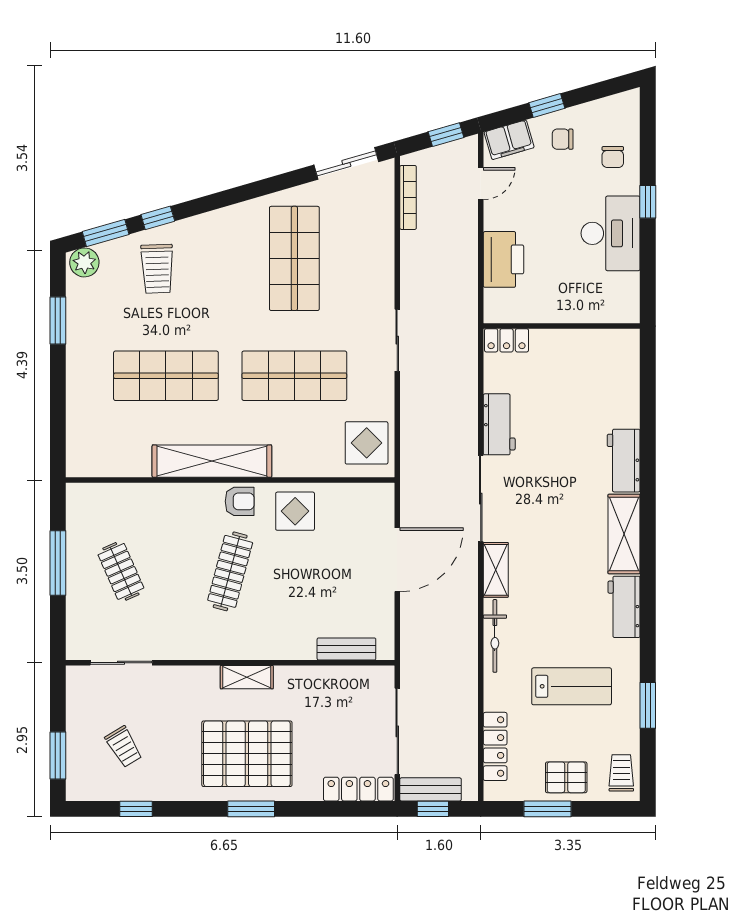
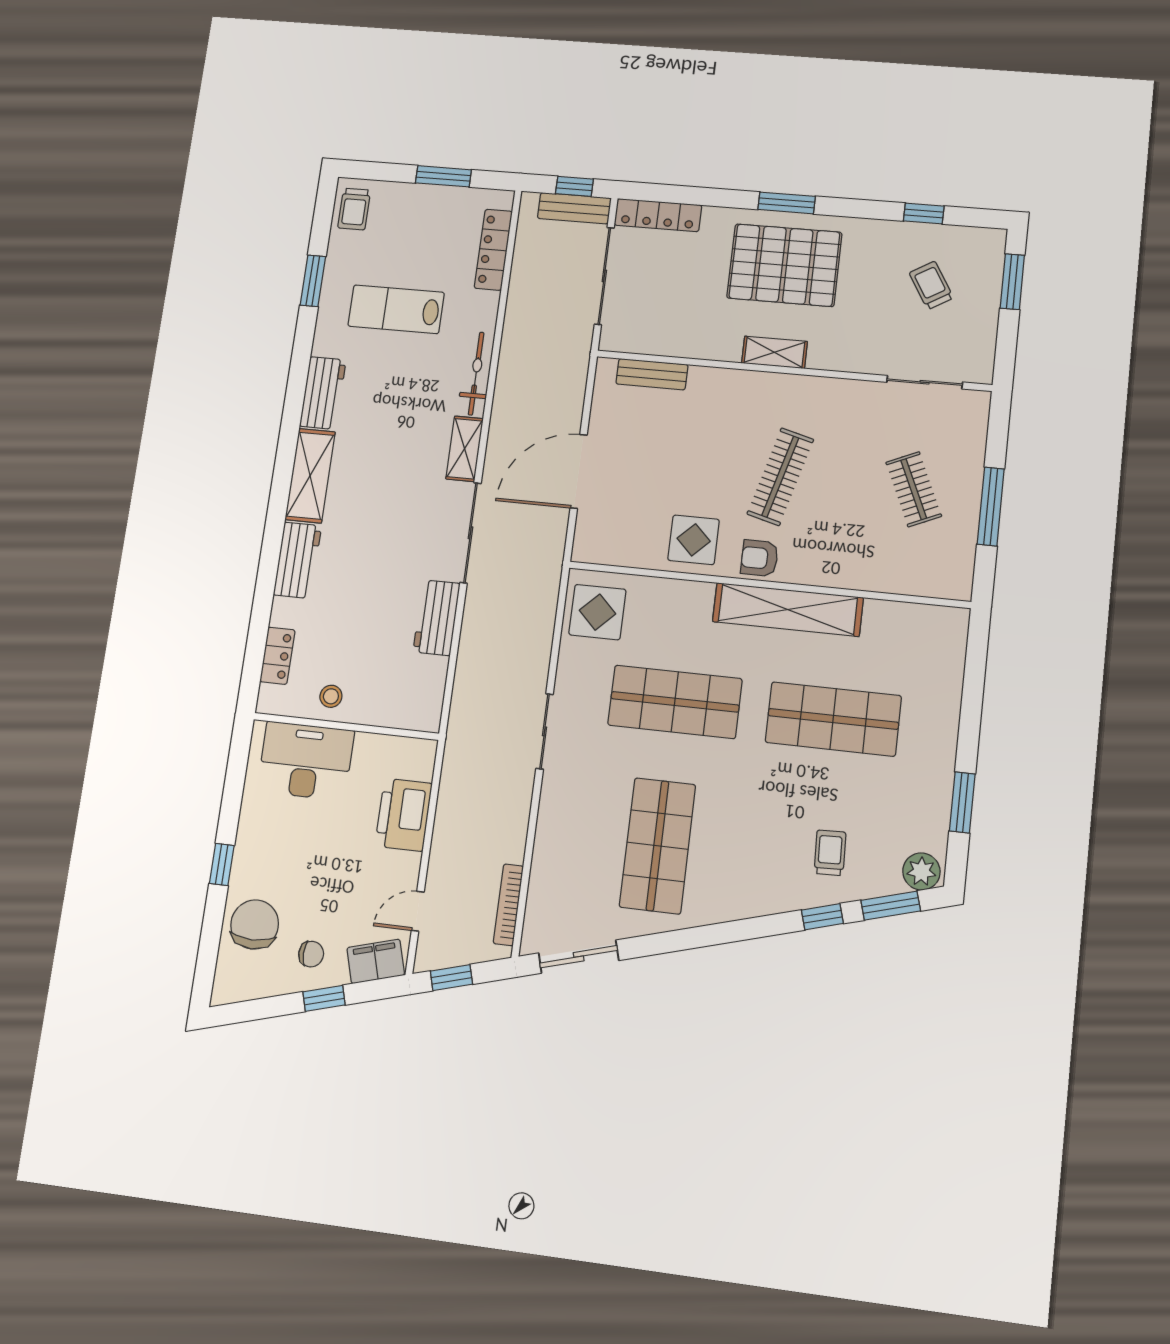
chair: (613, 157) -> (255, 924), width x1.87, depth x1.87
desk: (611, 233) -> (306, 761), moved, turned 90
trolley: (157, 269) -> (830, 853), width x0.73, depth x0.72
locker: (507, 340) -> (277, 656), moved, turned 90
stool: (578, 349) -> (331, 696), added
pallet: (566, 777) -> (417, 209), removed

